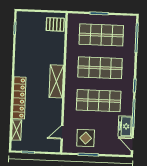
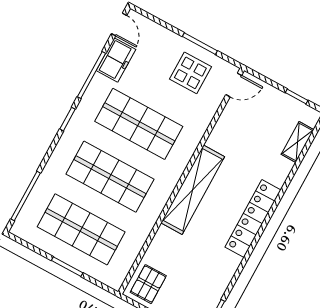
pallet: (55, 24) -> (148, 284), turned 90
shelving: (56, 81) -> (193, 190), width x1.47
locker: (19, 98) -> (253, 219), moved
door: (62, 132) -> (234, 85), moved

